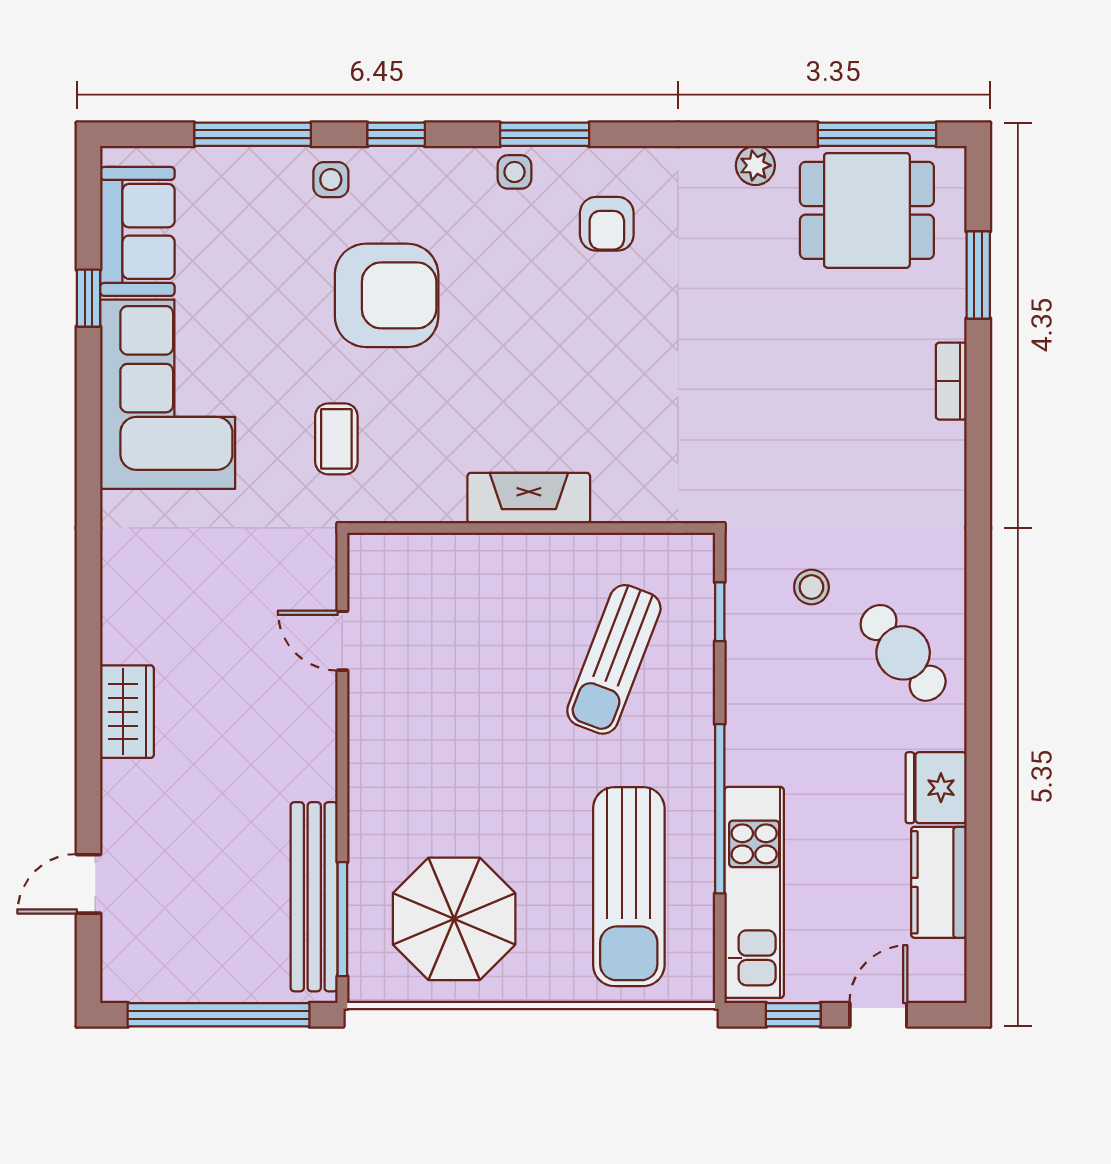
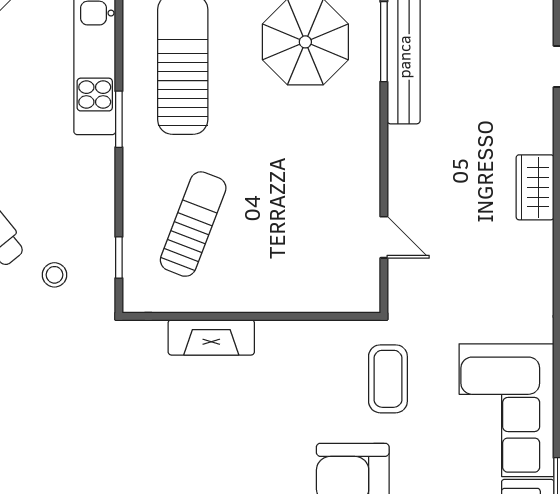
coffee table: (336, 439) -> (388, 379), width x1.36, depth x1.30
fireplace: (529, 498) -> (211, 337), moved
window: (720, 809) -> (119, 119), width x0.47

